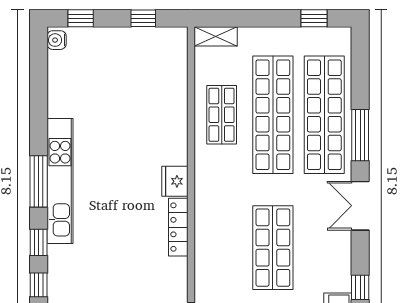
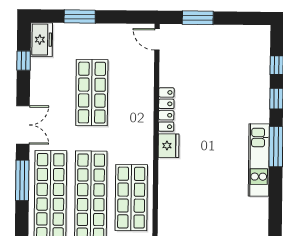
shop shelf: (222, 115) -> (131, 198), width x1.43, depth x1.36
kitchen unit: (60, 181) -> (259, 160), width x0.73

